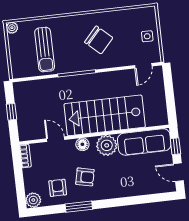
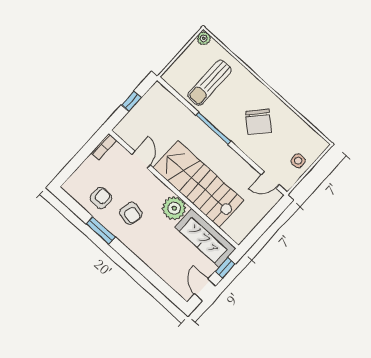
floor lamp: (82, 144) -> (157, 187), removed
plant: (33, 200) -> (72, 186), removed

